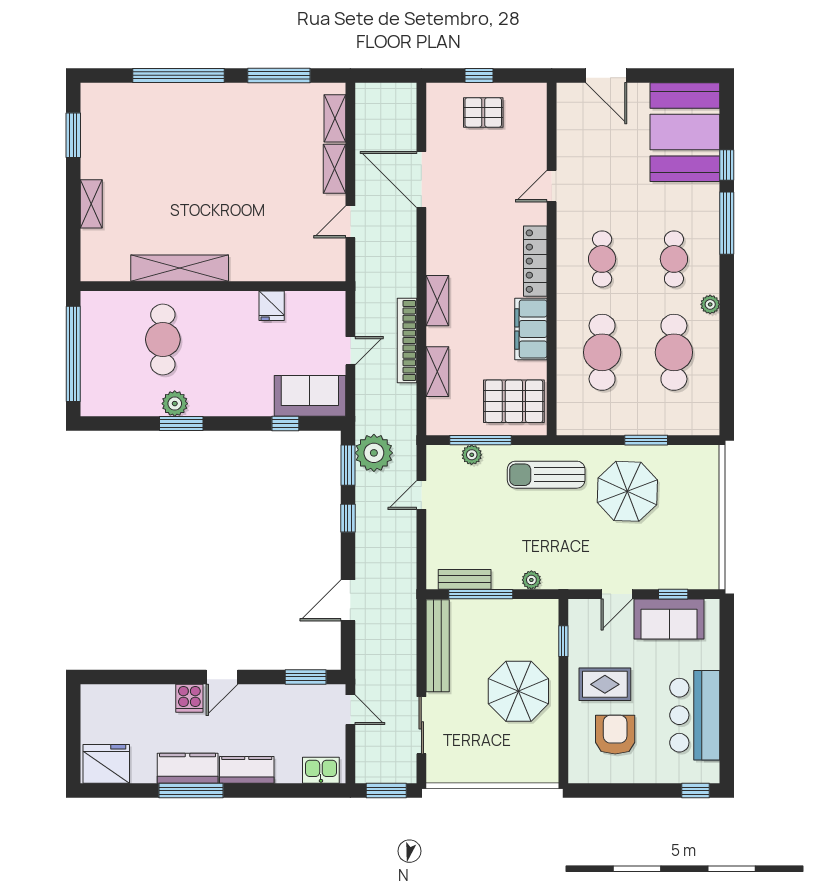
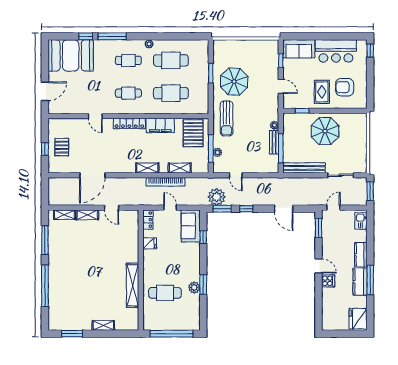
locker: (324, 302) -> (148, 220), added
bench: (465, 579) -> (274, 142), moved
sofa: (669, 619) -> (299, 49), moved, turned 90

